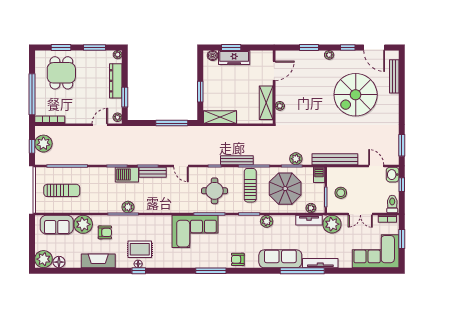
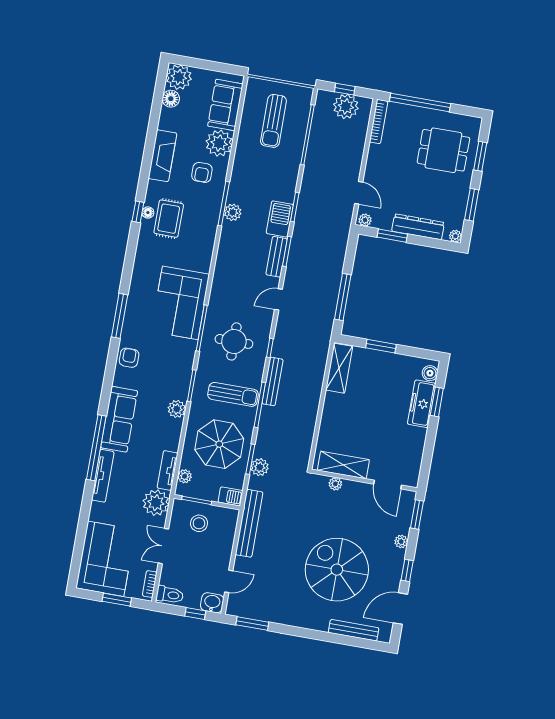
door: (274, 71) -> (388, 485), moved
wall: (274, 87) -> (364, 480), moved
shelving: (266, 103) -> (343, 465), moved
plant: (280, 106) -> (335, 484), moved

